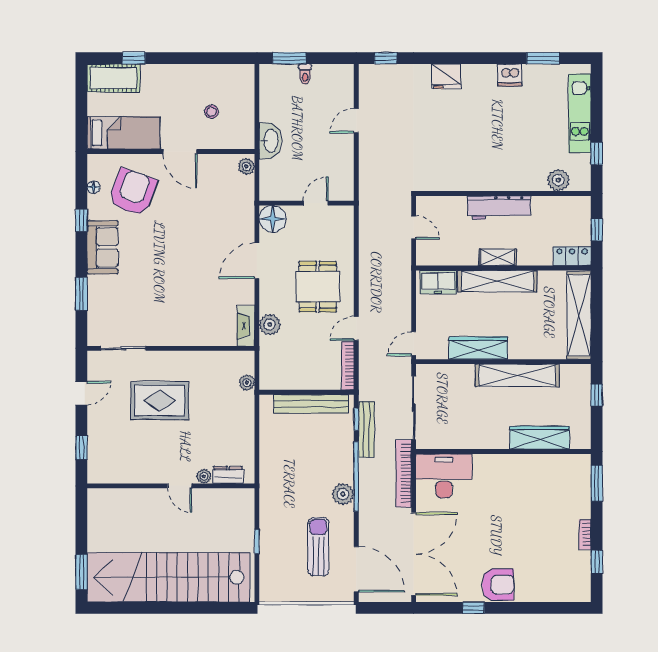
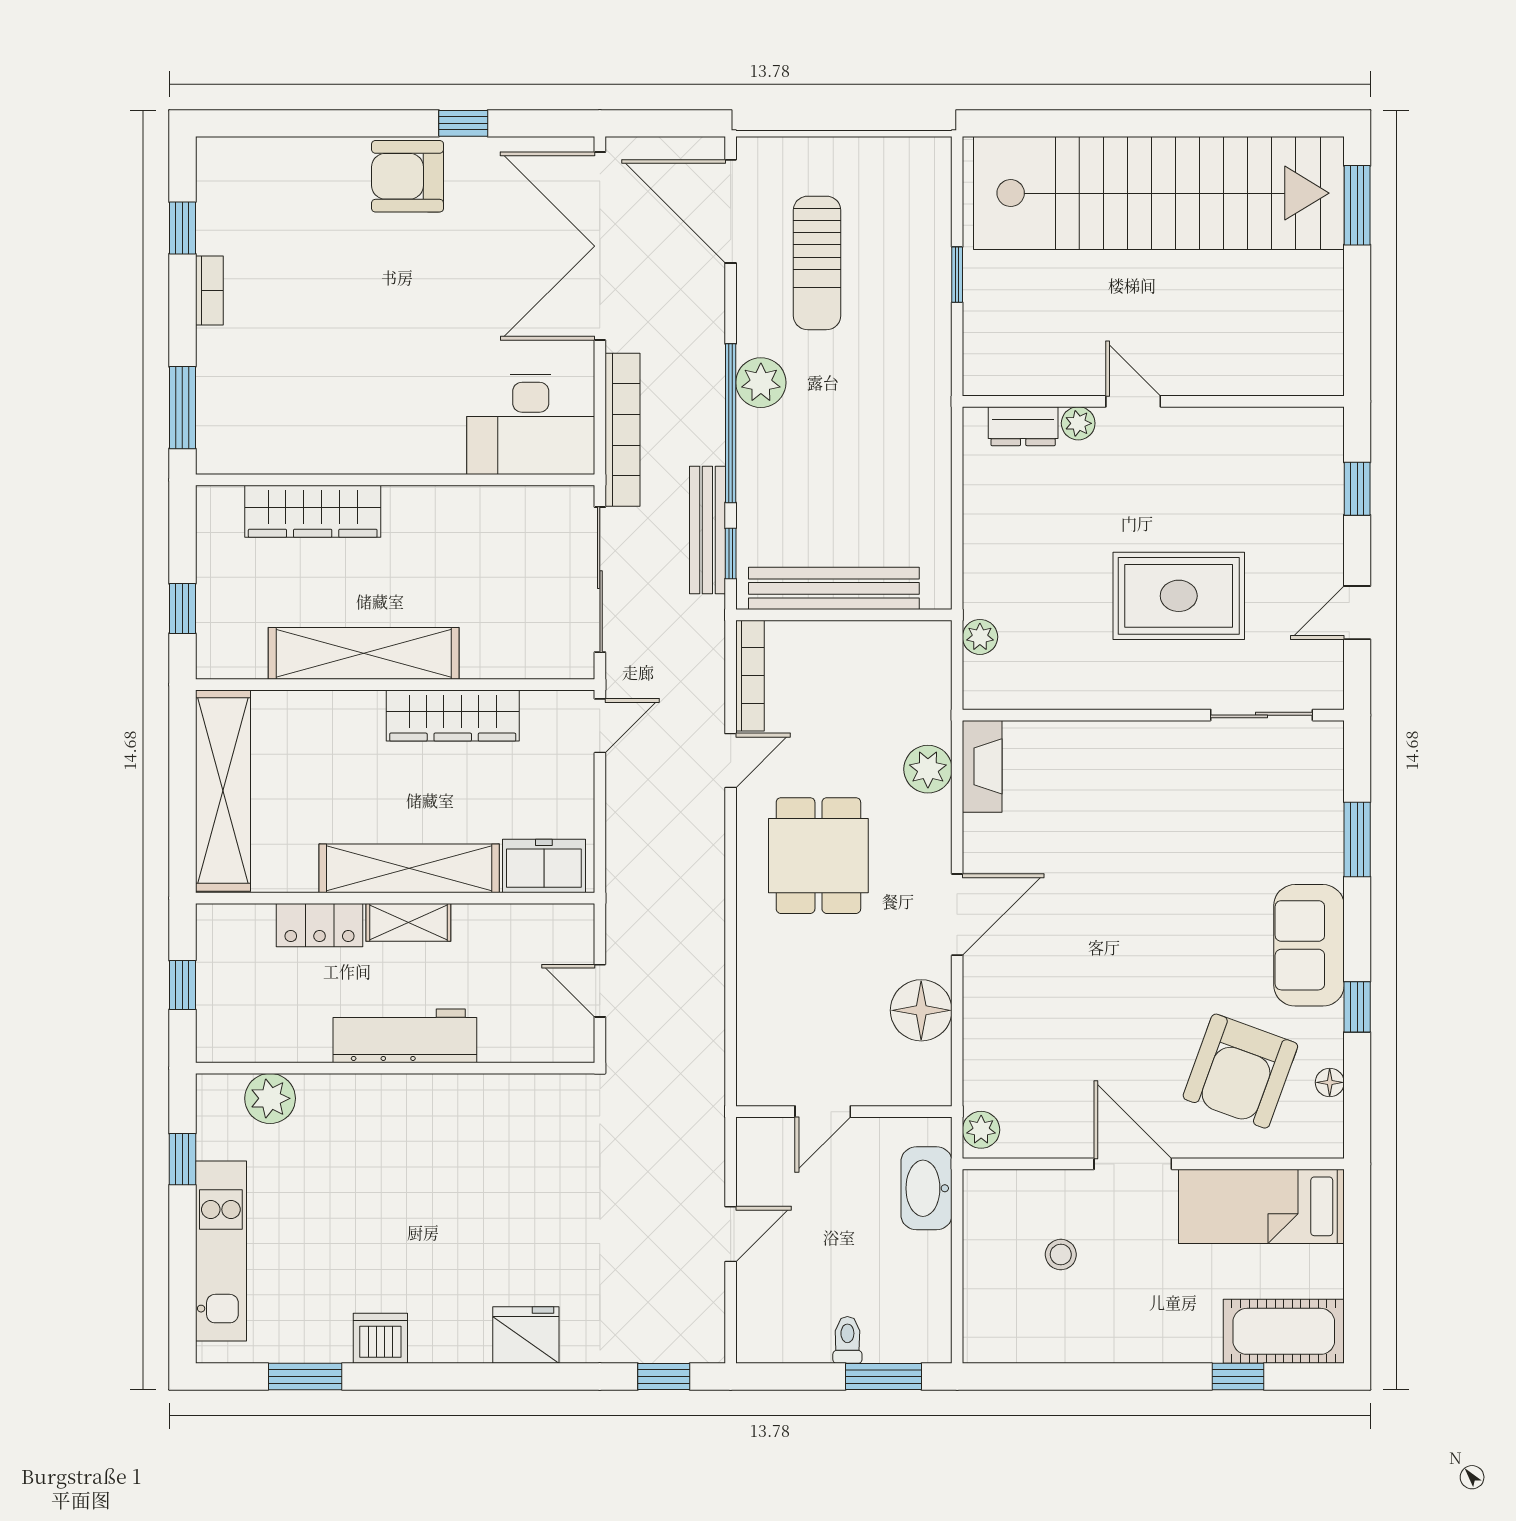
wall: (307, 203) -> (844, 1112), moved
door: (316, 203) -> (823, 1112), moved
locker: (572, 256) -> (320, 925), moved

